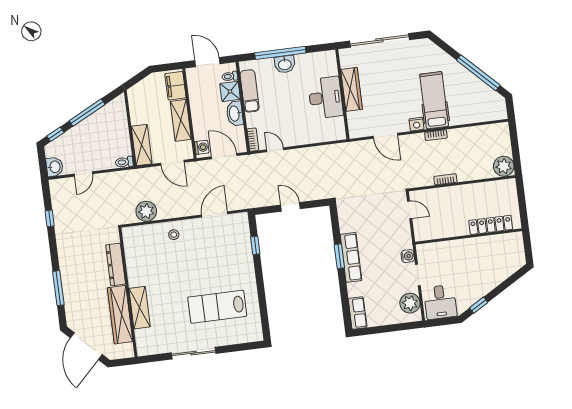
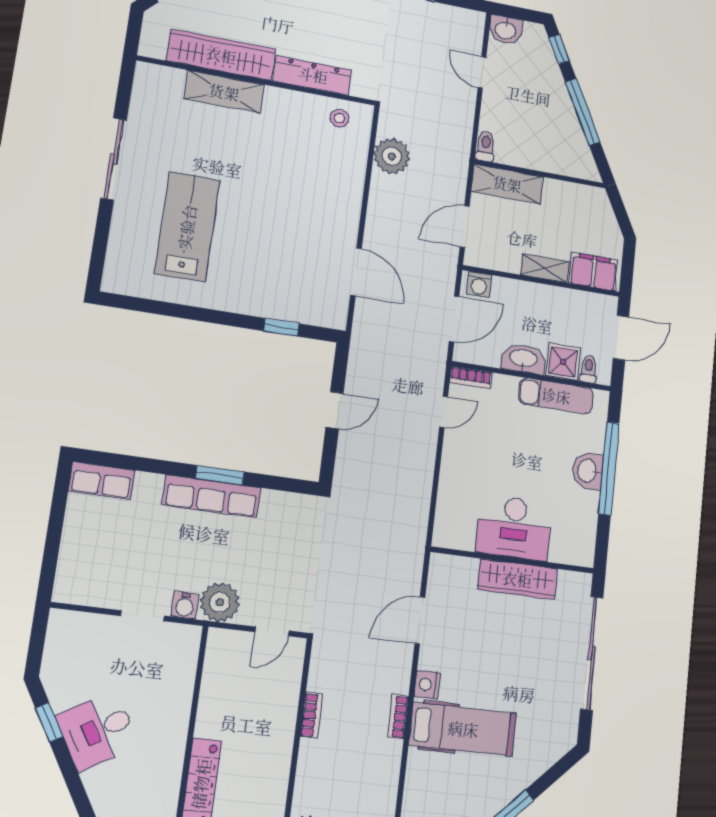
shelving: (181, 120) -> (545, 268), width x0.67, depth x0.75
stool: (174, 235) -> (339, 118), moved
desk: (440, 302) -> (98, 730), moved, turned -31
plant: (410, 303) -> (220, 602), moved

